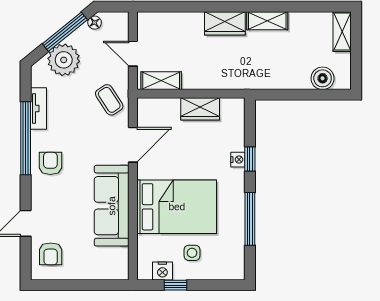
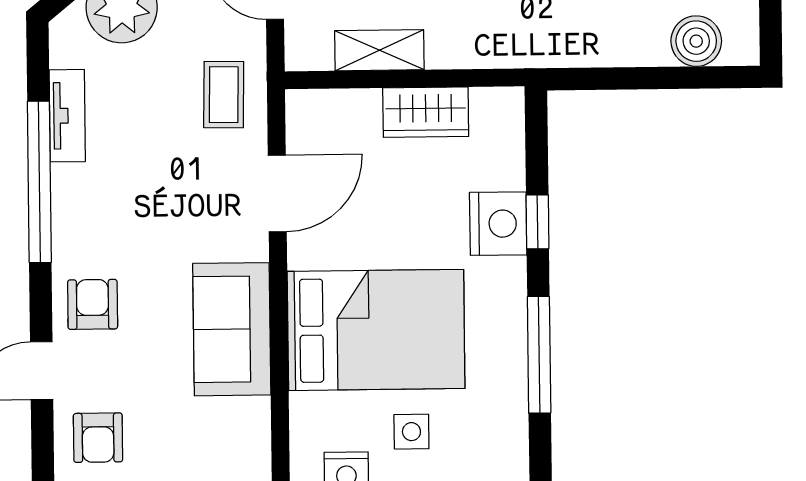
shelving: (161, 81) -> (379, 50), moved
coffee table: (109, 100) -> (224, 95), turned 34
nightstand: (238, 160) -> (498, 224), width x1.89, depth x1.79
armchair: (50, 163) -> (93, 304), moved
sofa: (112, 206) -> (232, 329), width x0.73

